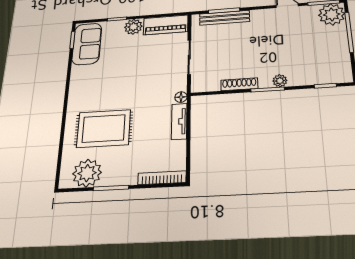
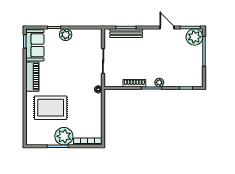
piano: (166, 25) -> (32, 77), moved, turned -90
tv unit: (179, 121) -> (97, 106), removed
plant: (87, 173) -> (64, 136), moved

